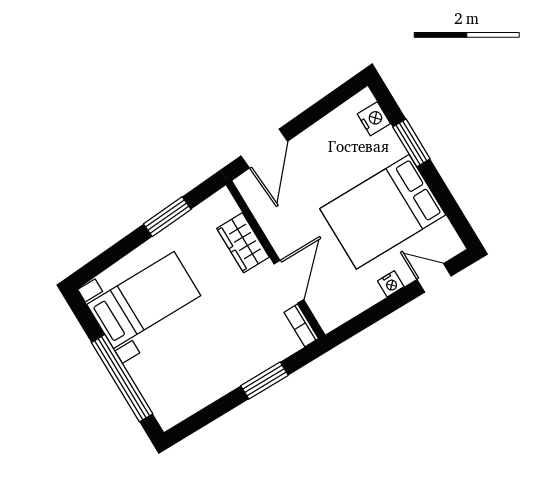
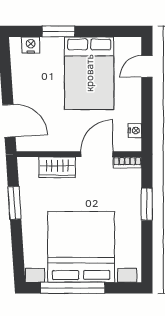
door: (289, 282) -> (97, 154), hinge flipped
nightstand: (391, 284) -> (135, 131), moved
bed with nightstands: (144, 300) -> (81, 247), width x1.85
window: (122, 378) -> (73, 288), moved

